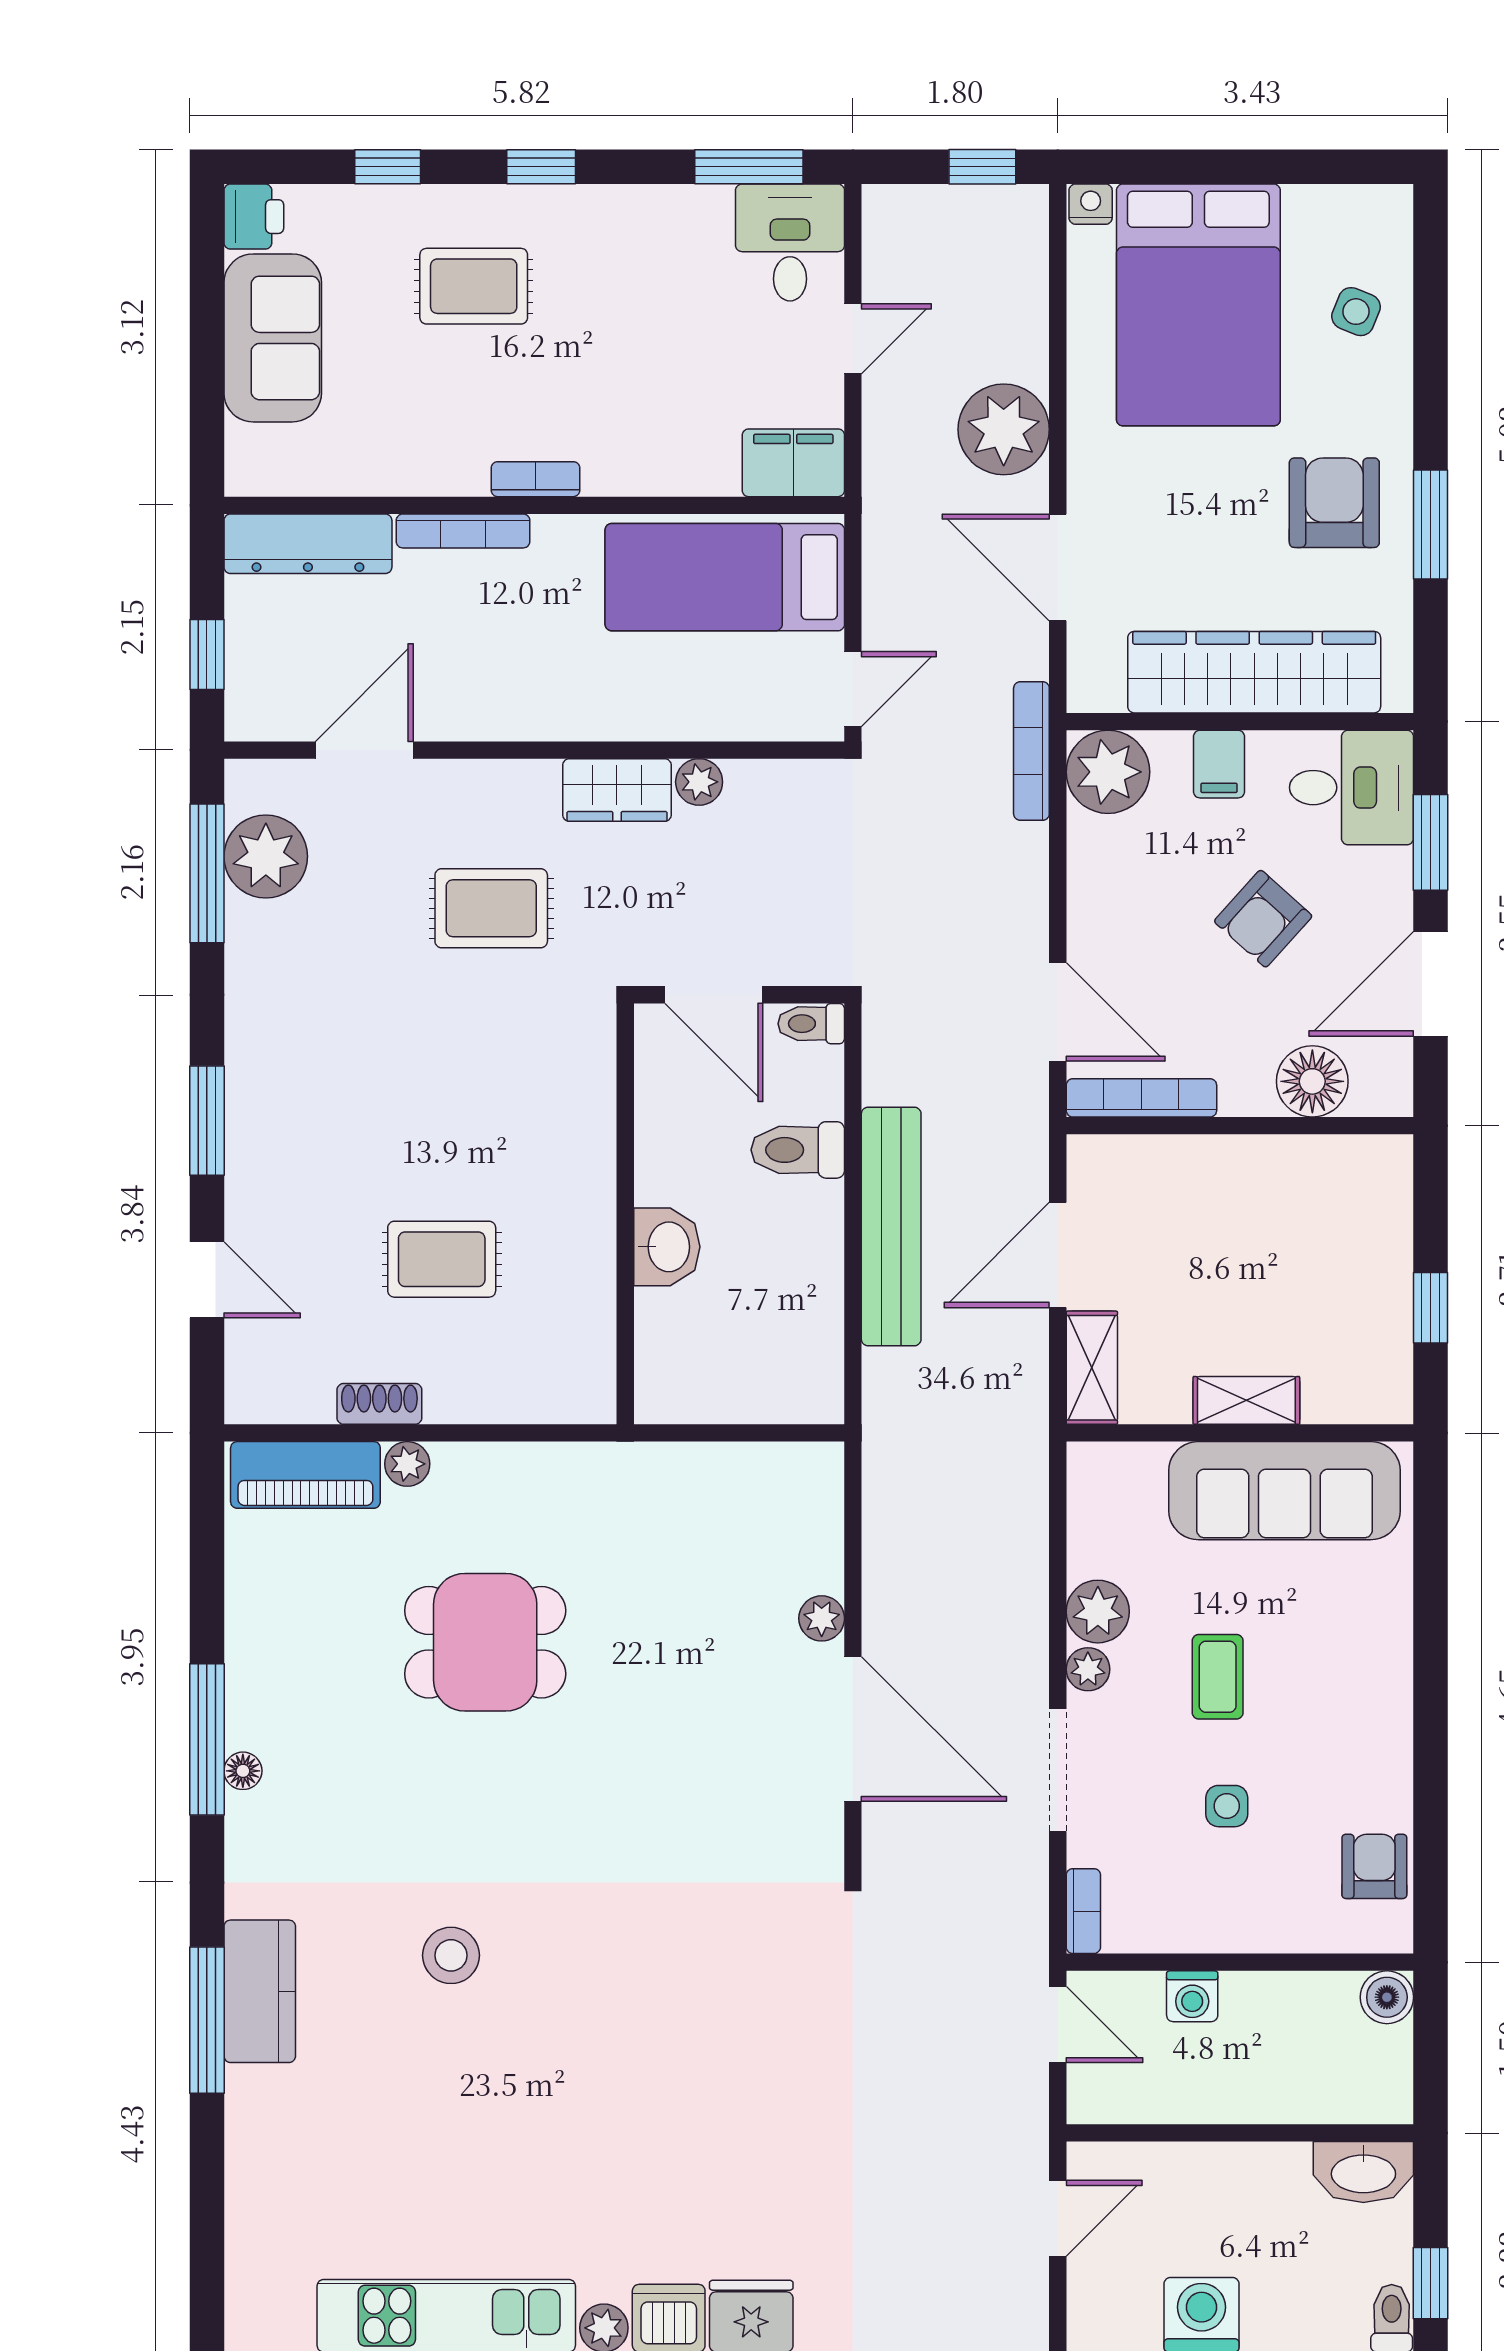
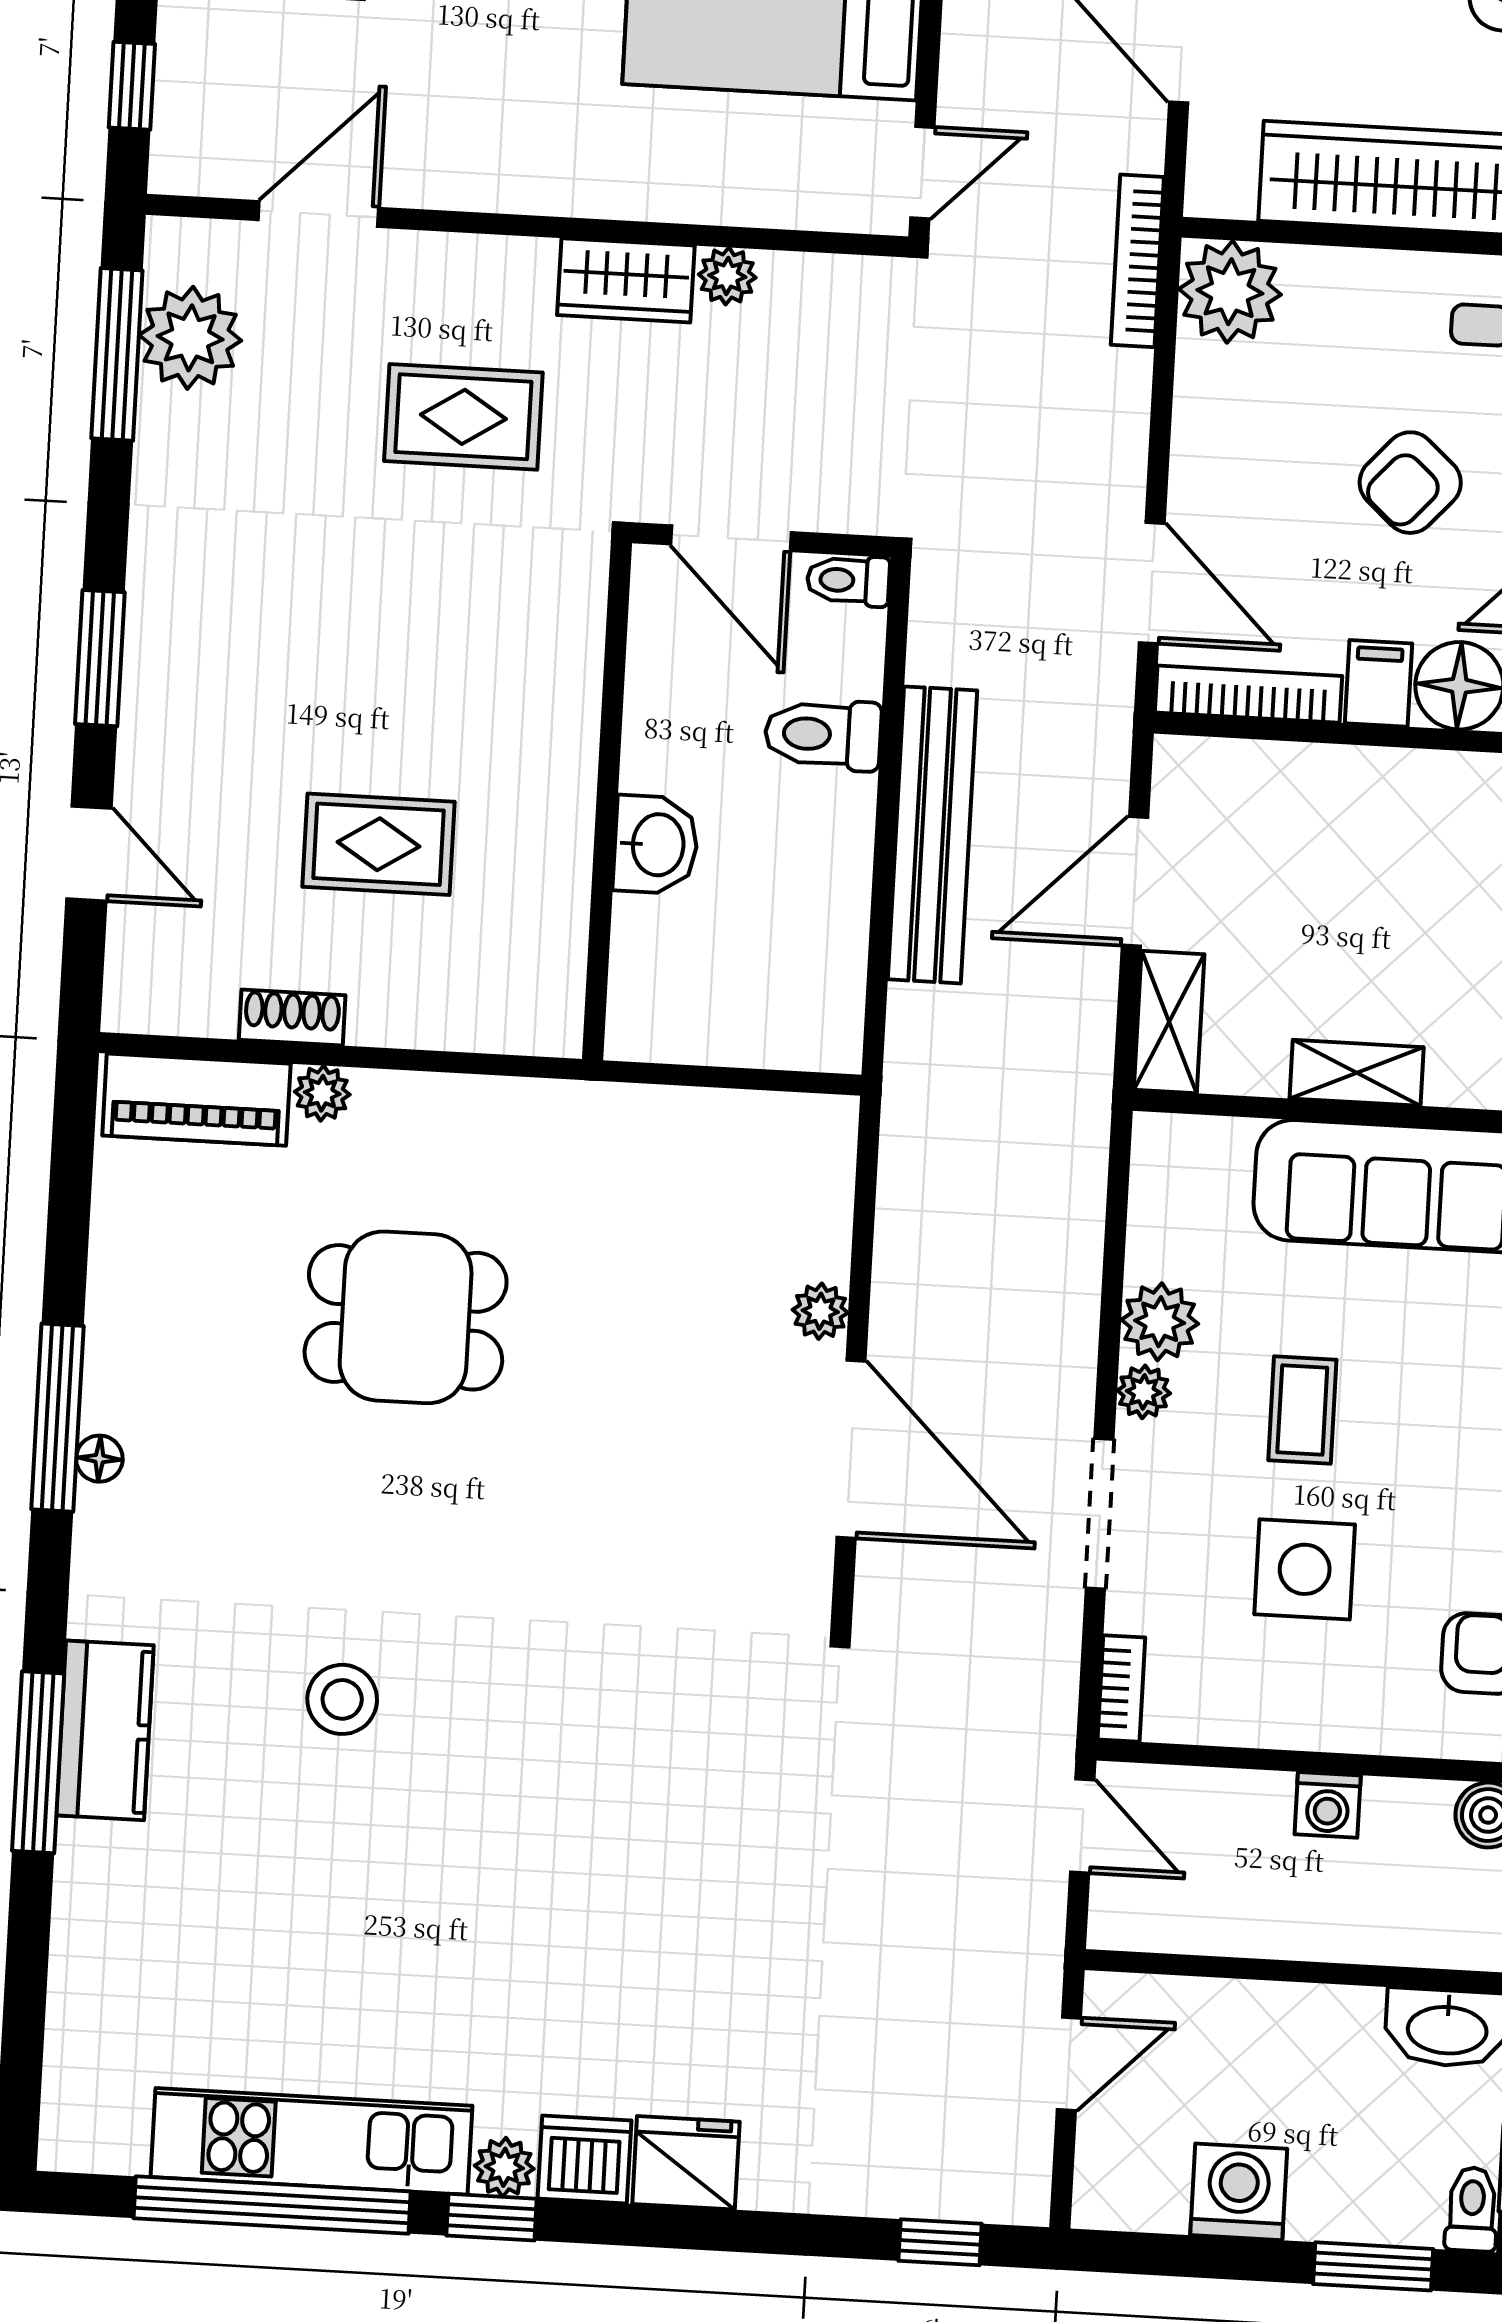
filing cabinet: (1219, 764) -> (1379, 683), moved, turned 180
side table: (1227, 1806) -> (1305, 1569), width x1.87, depth x1.87
washing machine: (1192, 1996) -> (1328, 1805), moved

